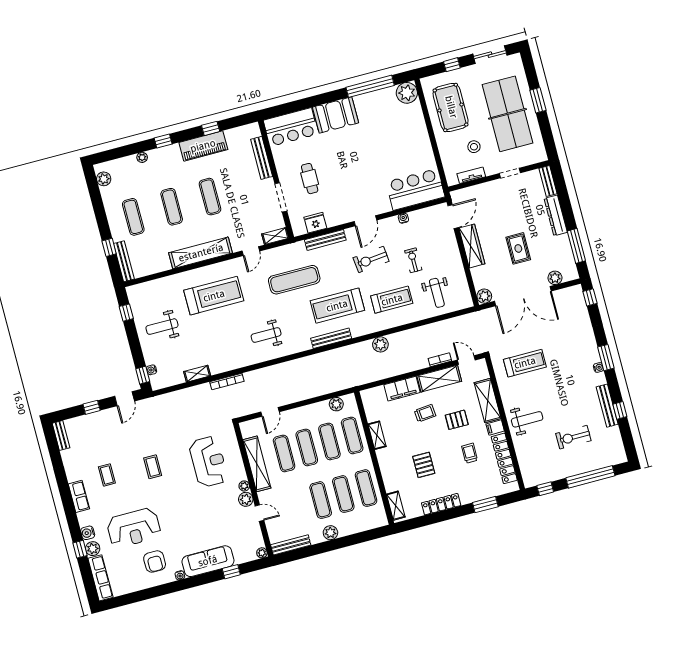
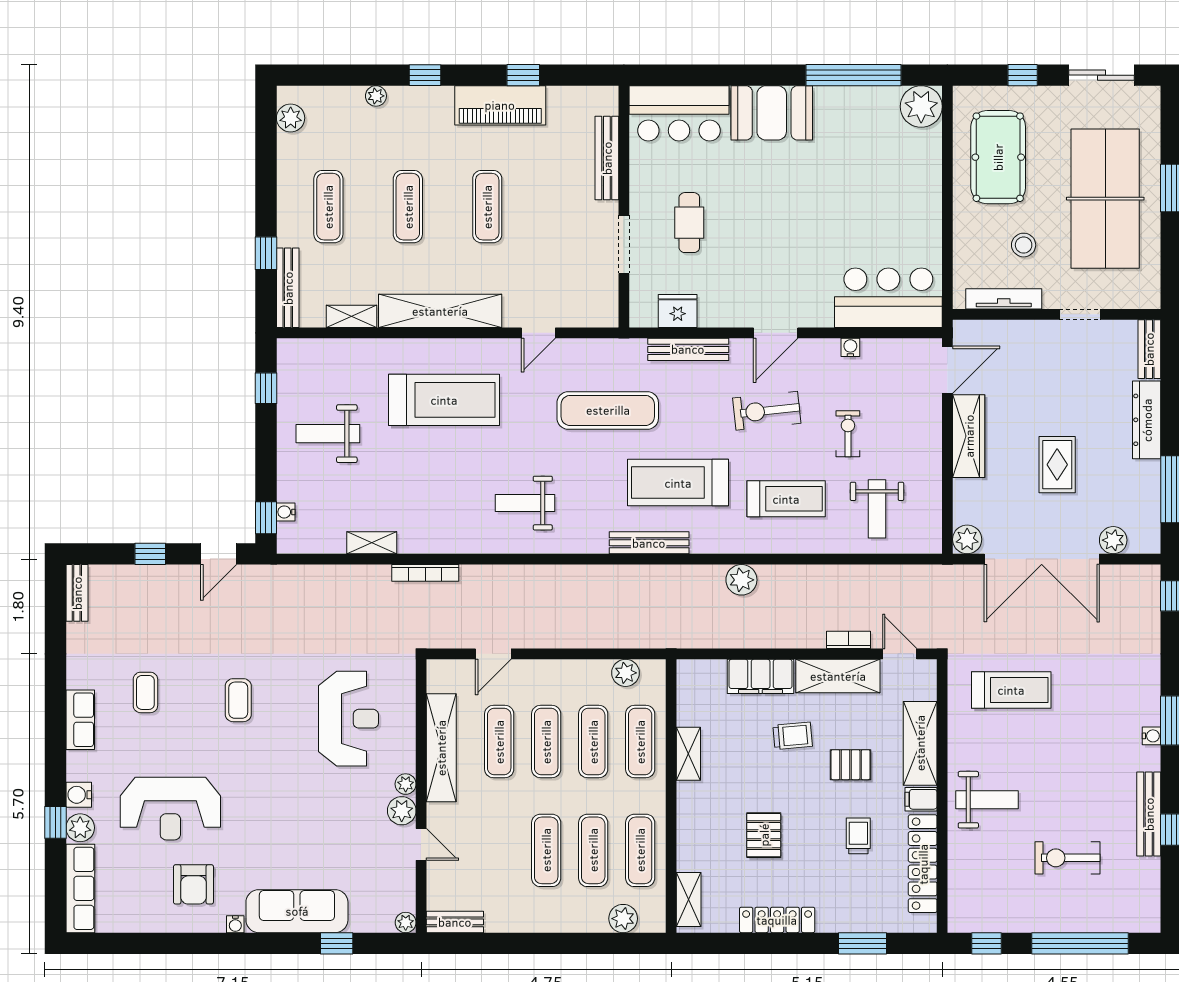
tv unit: (471, 175) -> (1004, 299), width x1.41
shelving: (275, 236) -> (351, 316), moved
plant: (330, 533) -> (623, 919), moved
bench: (291, 545) -> (455, 922), width x0.73

